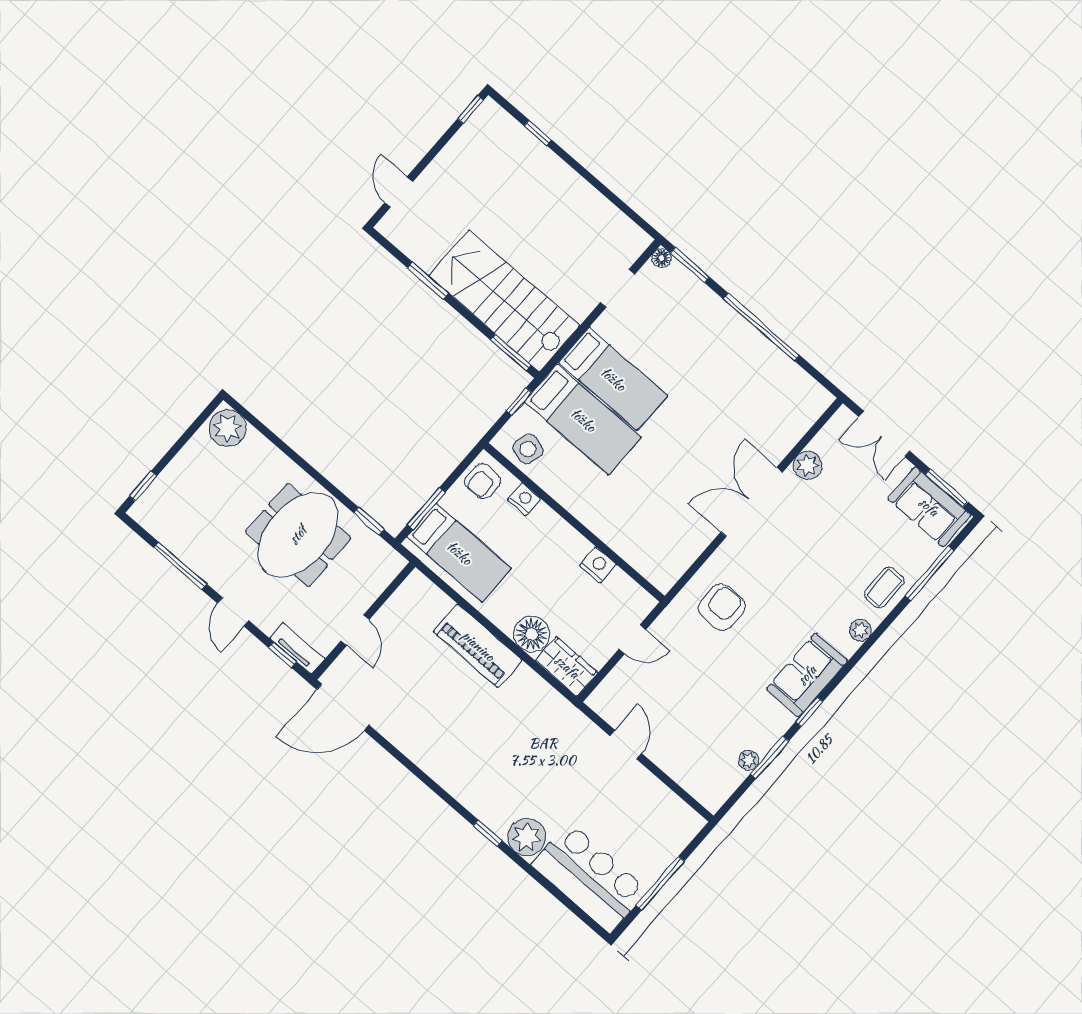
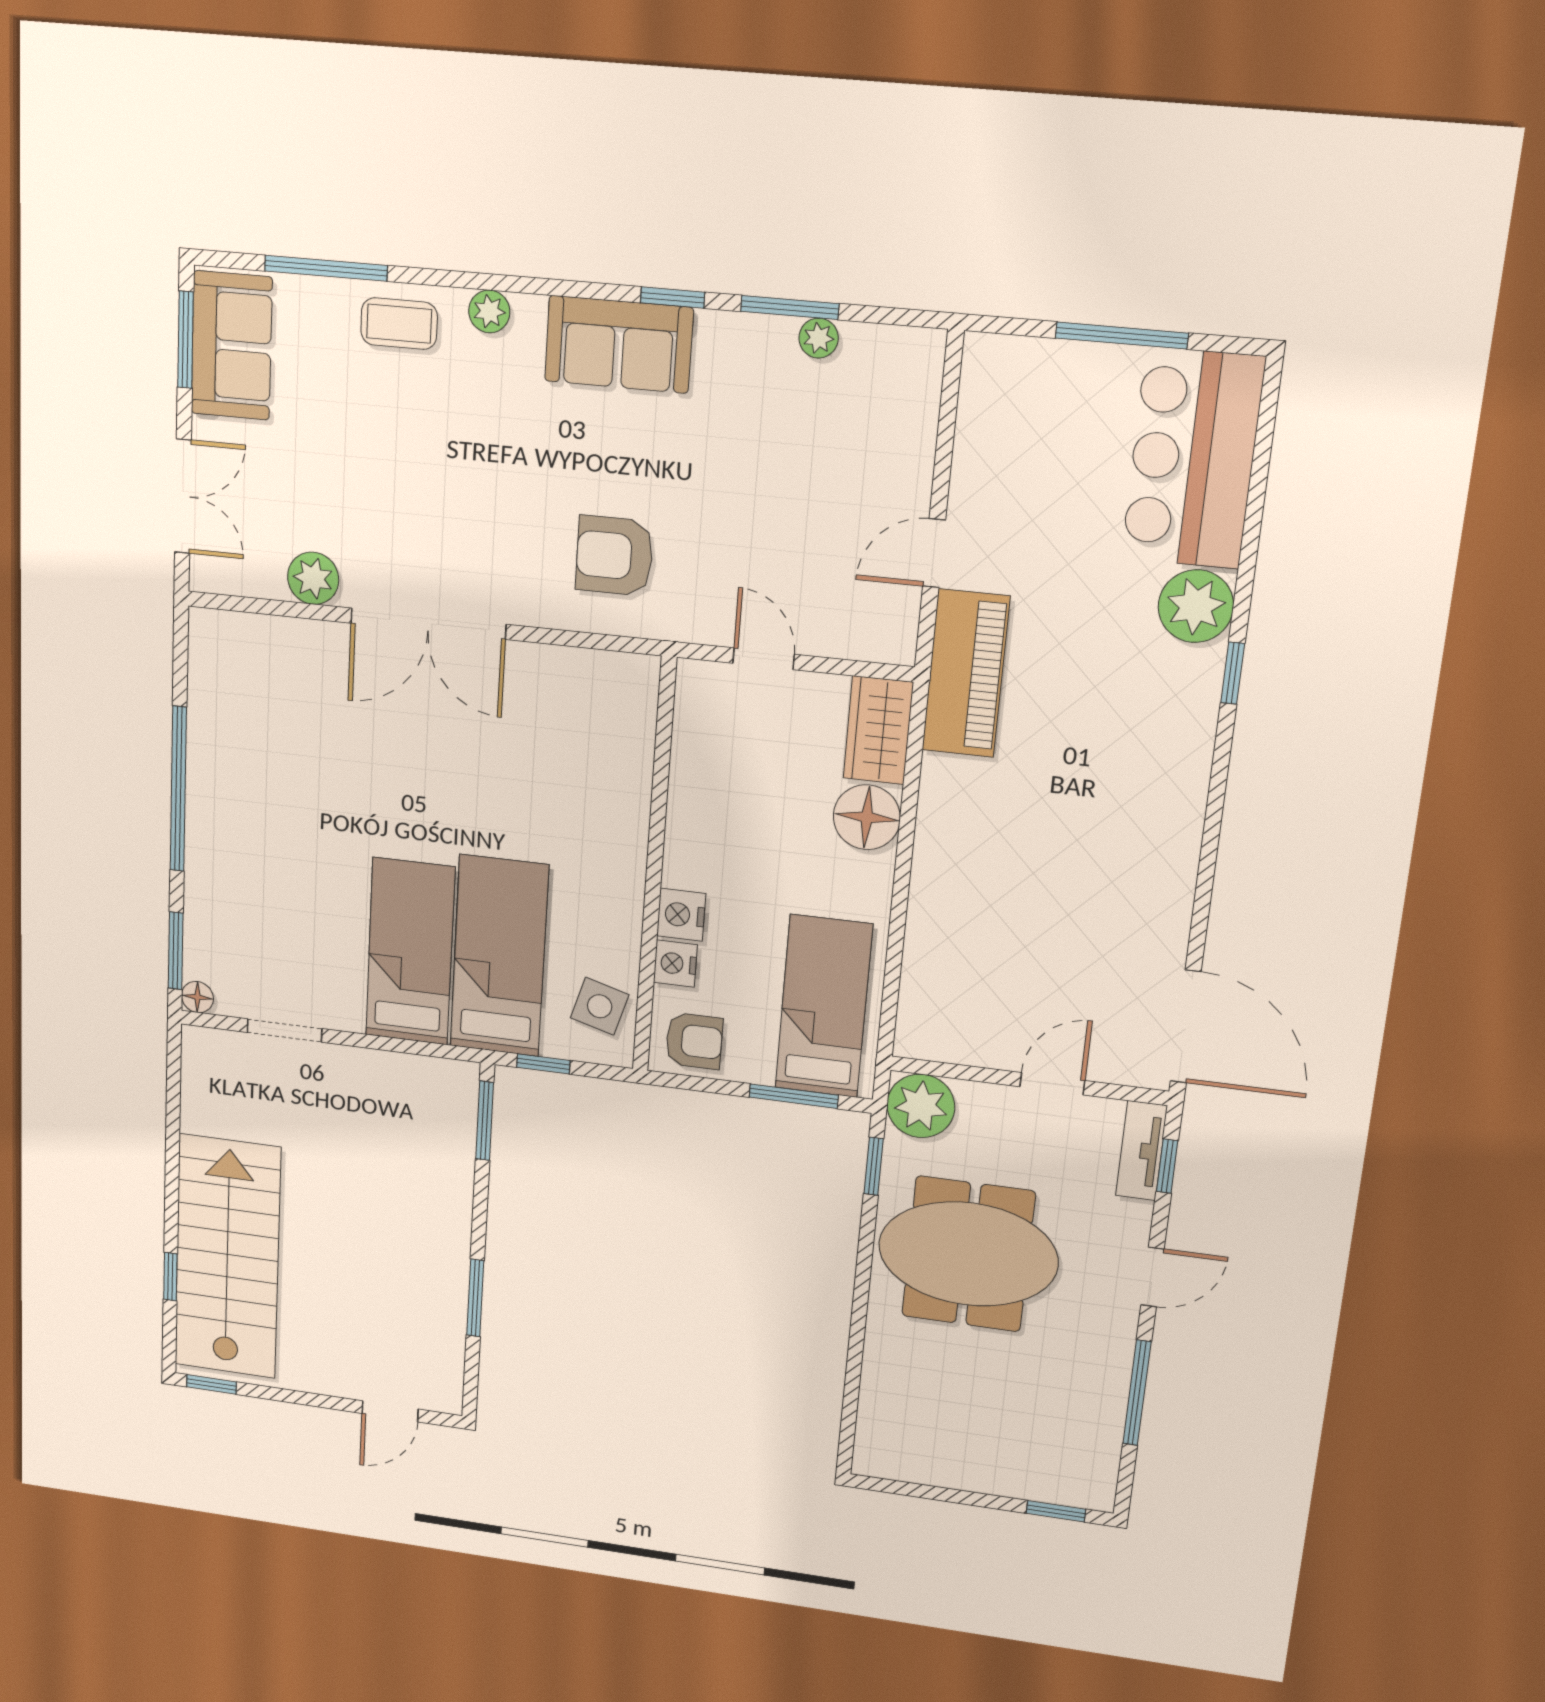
stairs: (504, 301) -> (227, 1257), moved, turned 180
plant: (227, 428) -> (921, 1106), moved
nightstand: (598, 565) -> (681, 915), moved
piano: (478, 646) -> (966, 673), moved

